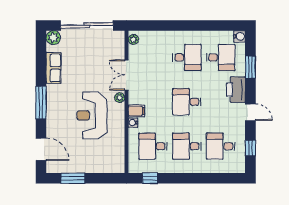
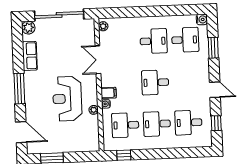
printer: (236, 90) -> (201, 69), removed
plant: (120, 98) -> (94, 110), moved

